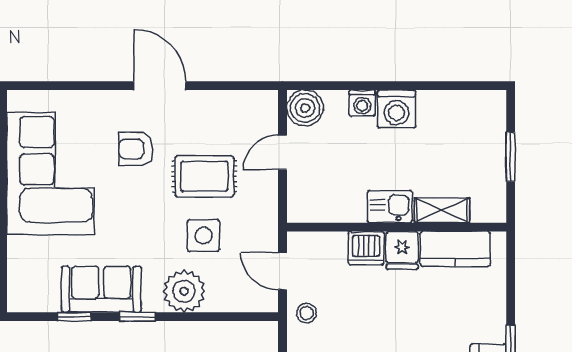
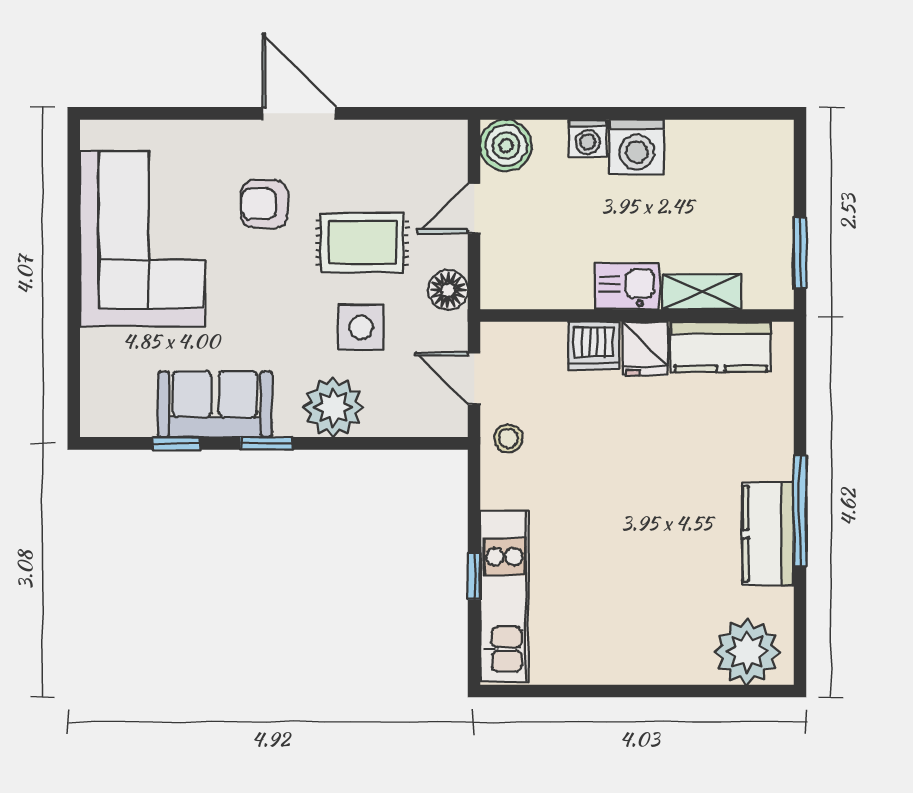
window: (511, 157) -> (800, 253), moved
floor lamp: (264, 209) -> (448, 290), added

